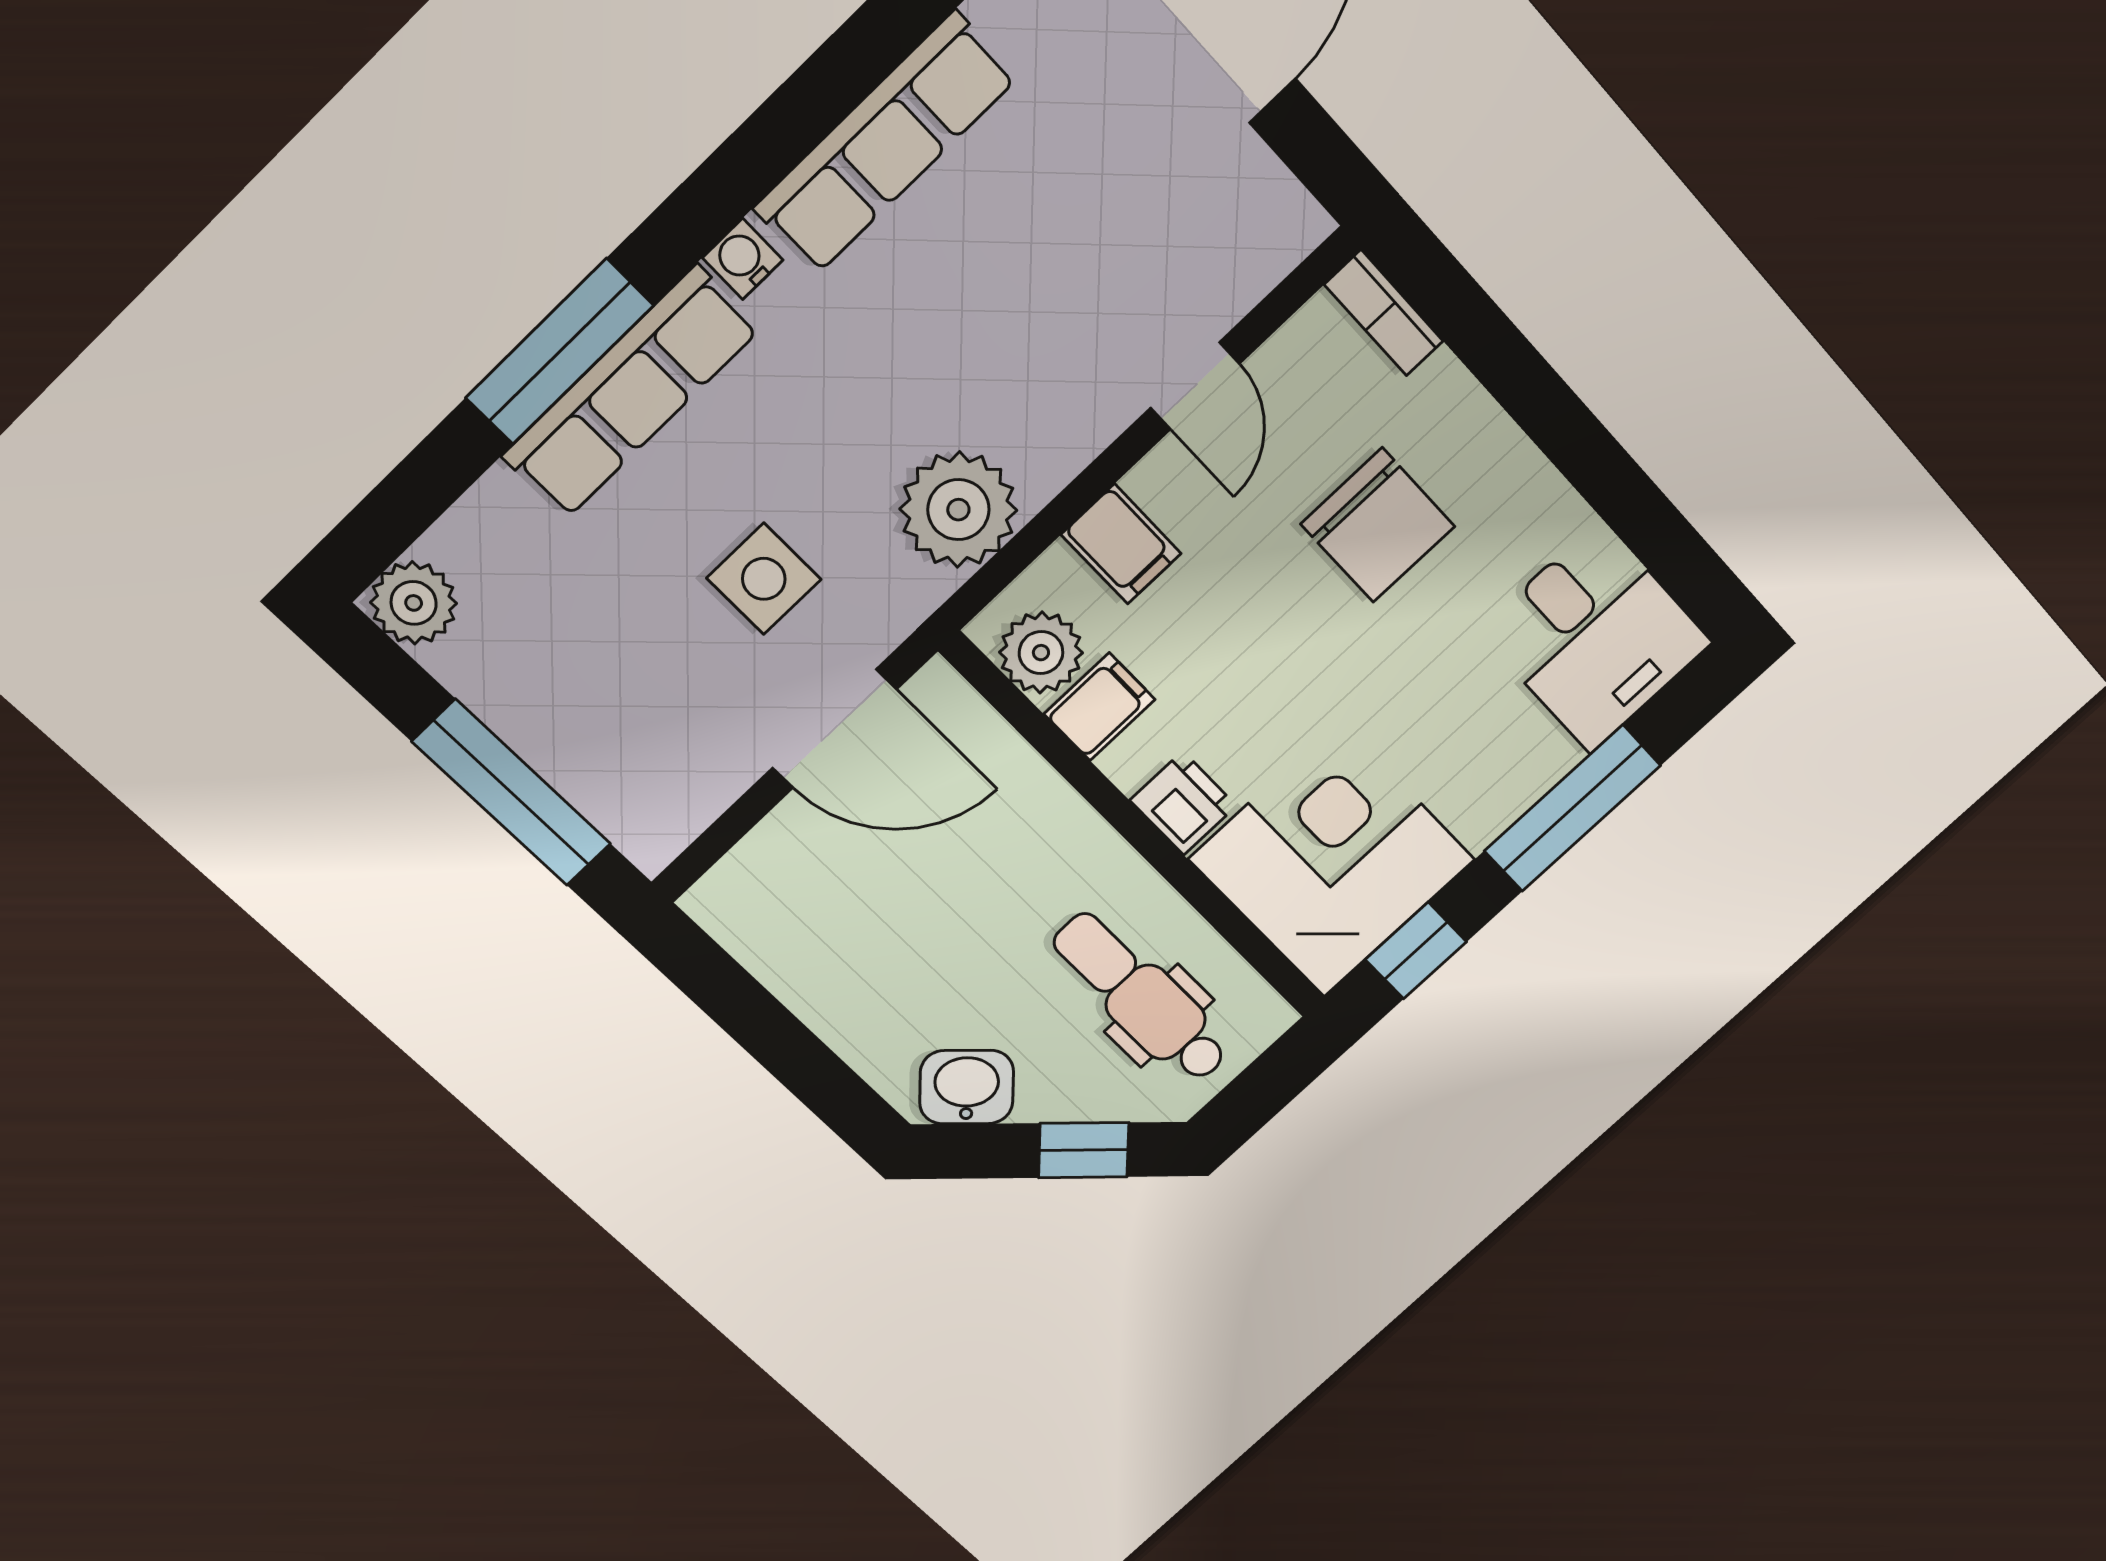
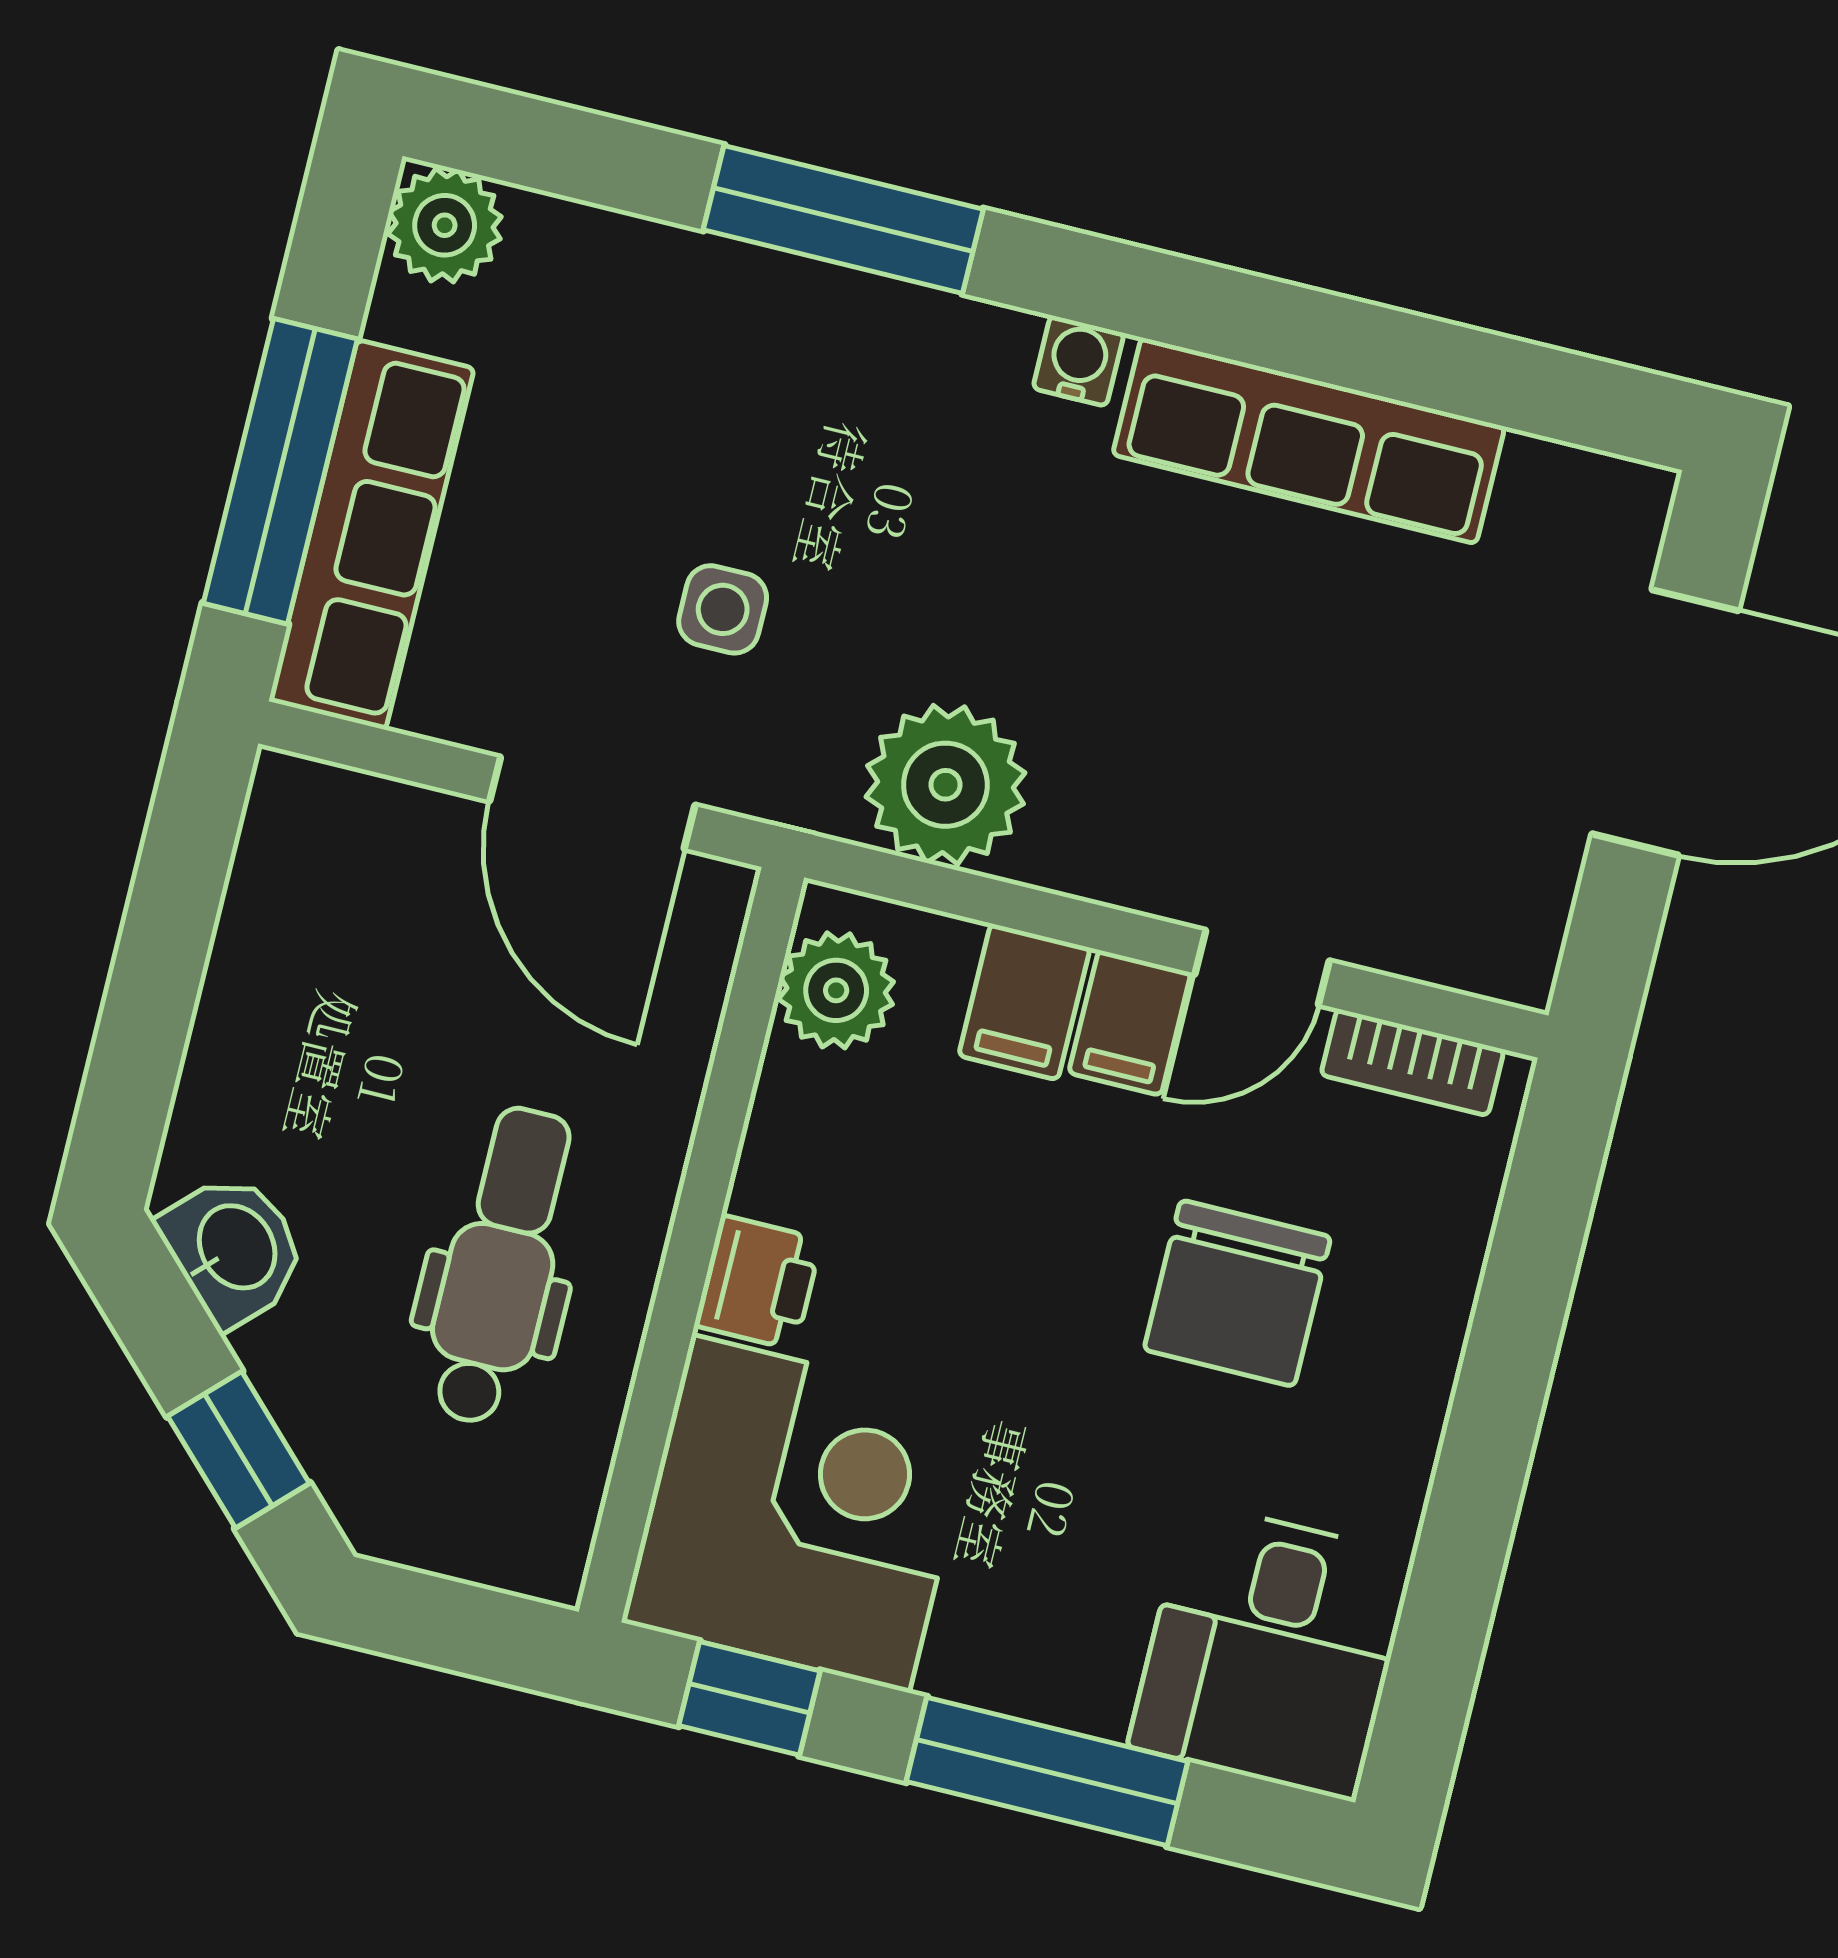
bookcase: (1384, 313) -> (1412, 1062), moved, turned -90
row of seats: (631, 392) -> (371, 535), moved, turned -90
side table: (764, 579) -> (723, 609), width x0.73, depth x0.73
filing cabinet: (1099, 707) -> (1130, 1023), moved, turned 90
dental chair: (1141, 998) -> (500, 1266), moved

